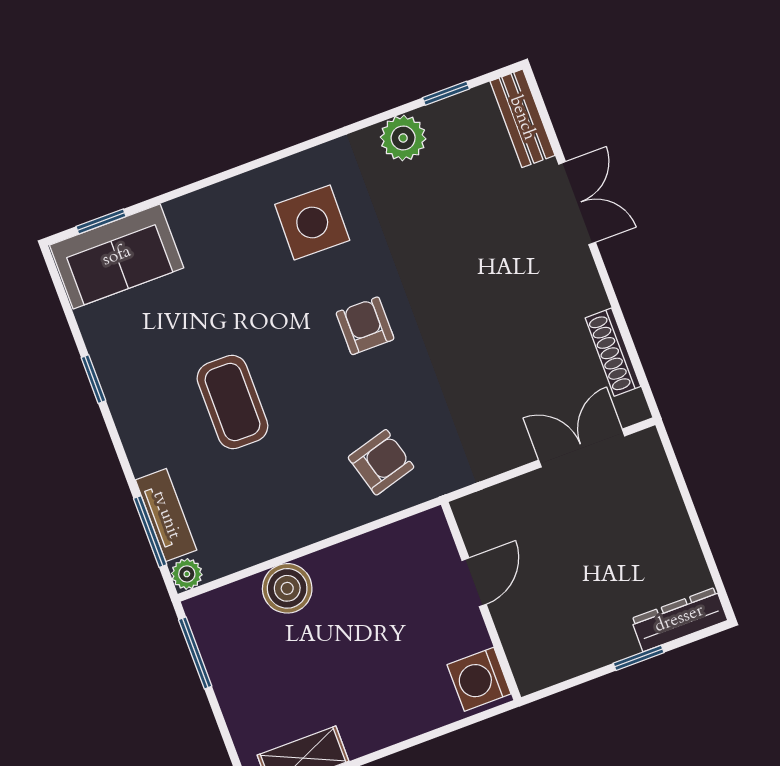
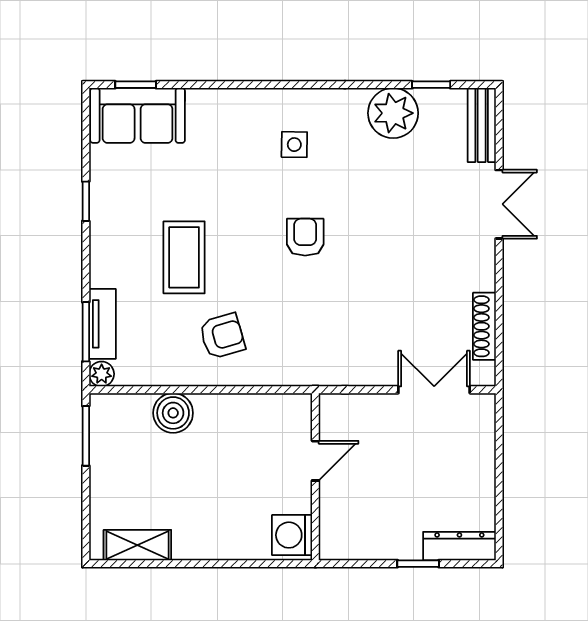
plant: (403, 138) -> (393, 113), width x1.36, depth x1.36
side table: (312, 222) -> (294, 145), width x0.54, depth x0.54
armchair: (381, 462) -> (222, 336), moved

